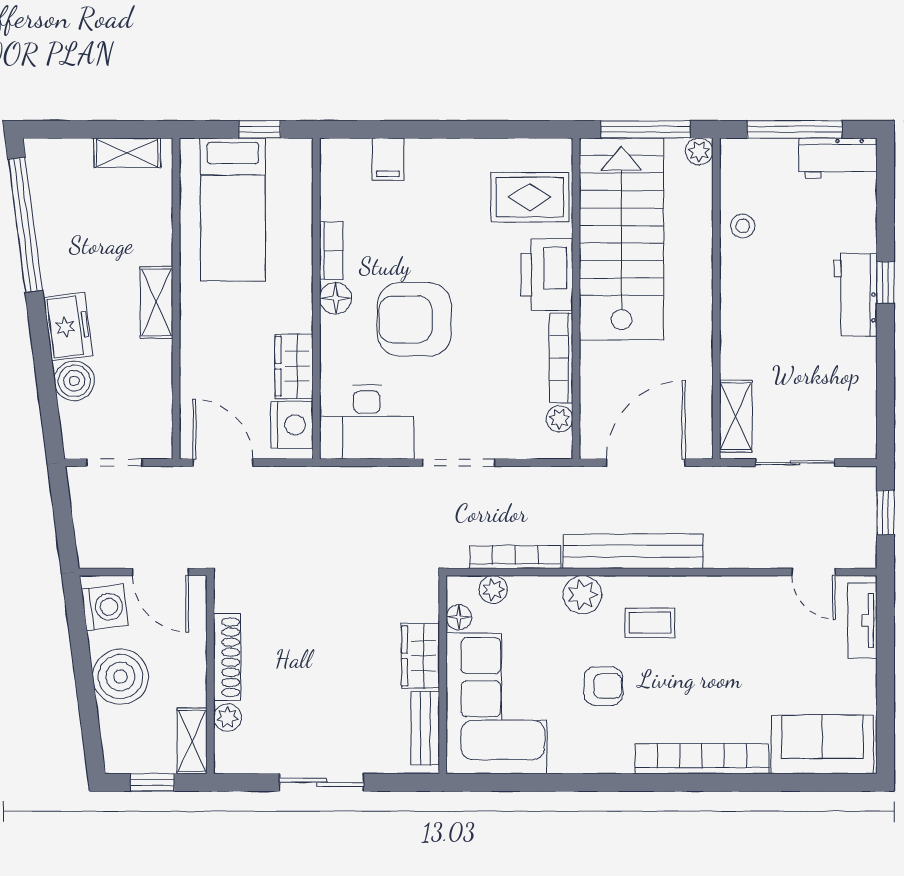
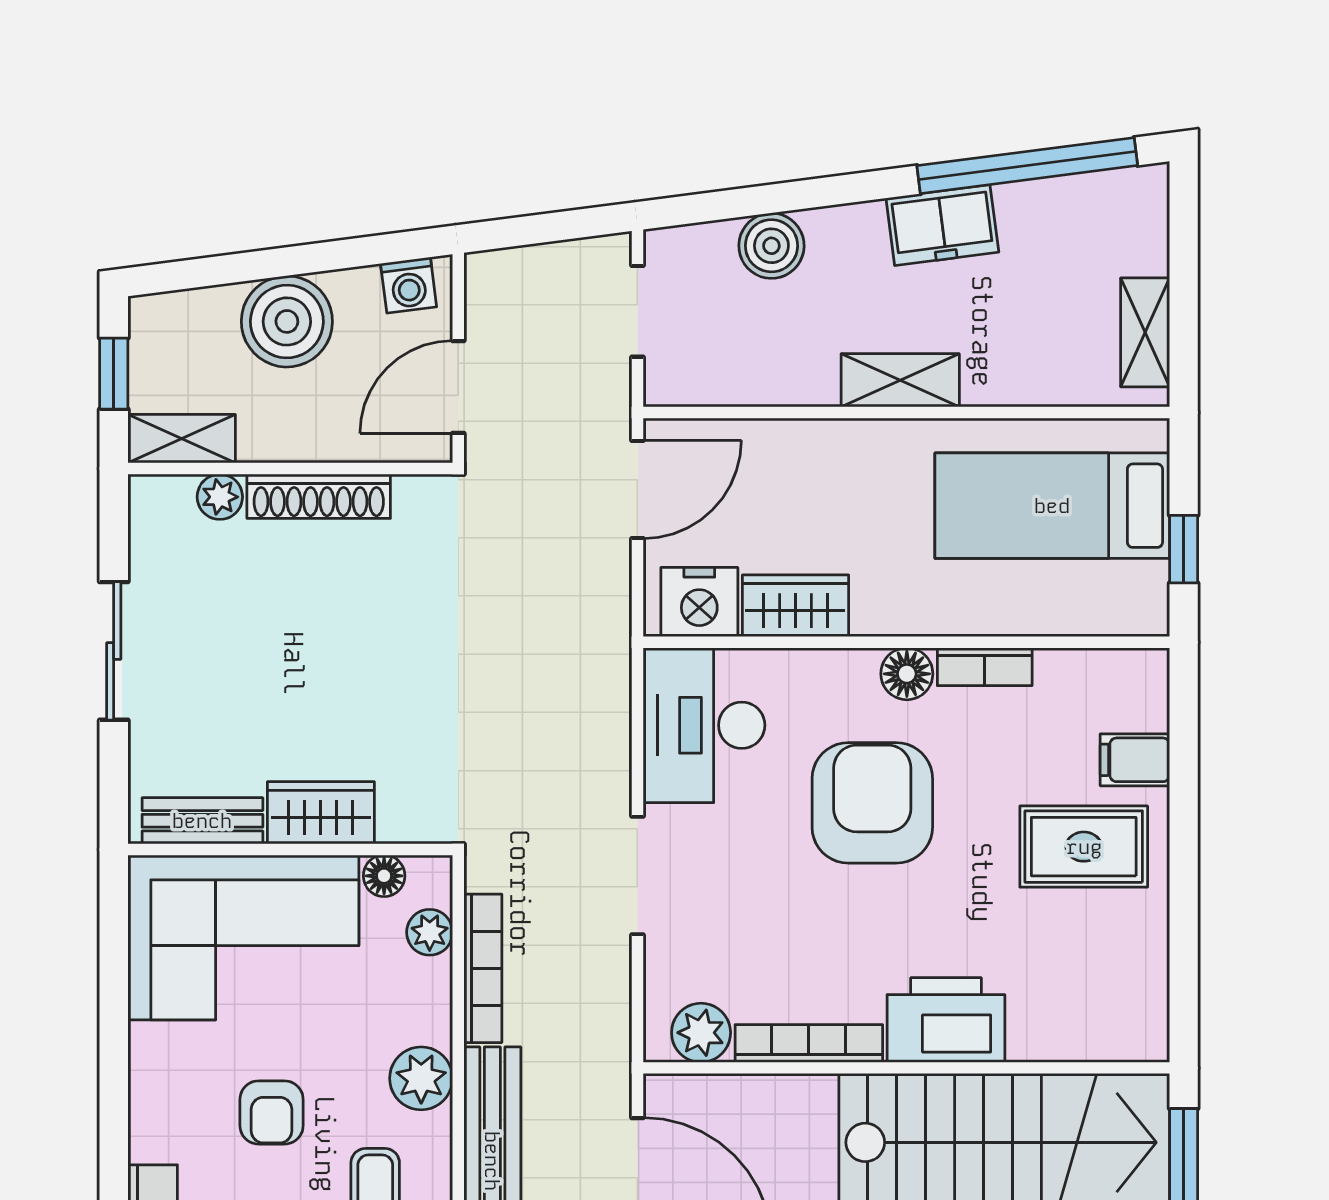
rug: (530, 197) -> (1084, 847), moved, turned 90
freezer: (68, 327) -> (942, 225), moved
plant: (559, 419) -> (701, 1033), width x1.38, depth x1.38
washing machine: (105, 607) -> (409, 285), width x0.73, depth x0.73

